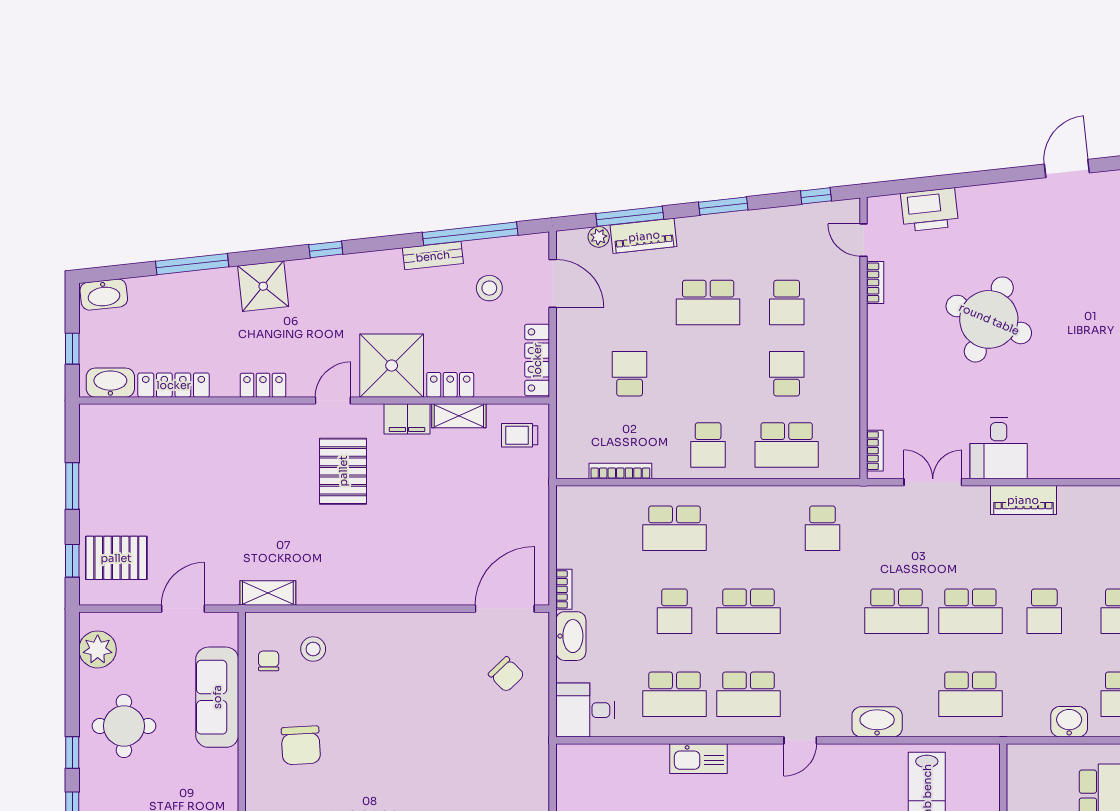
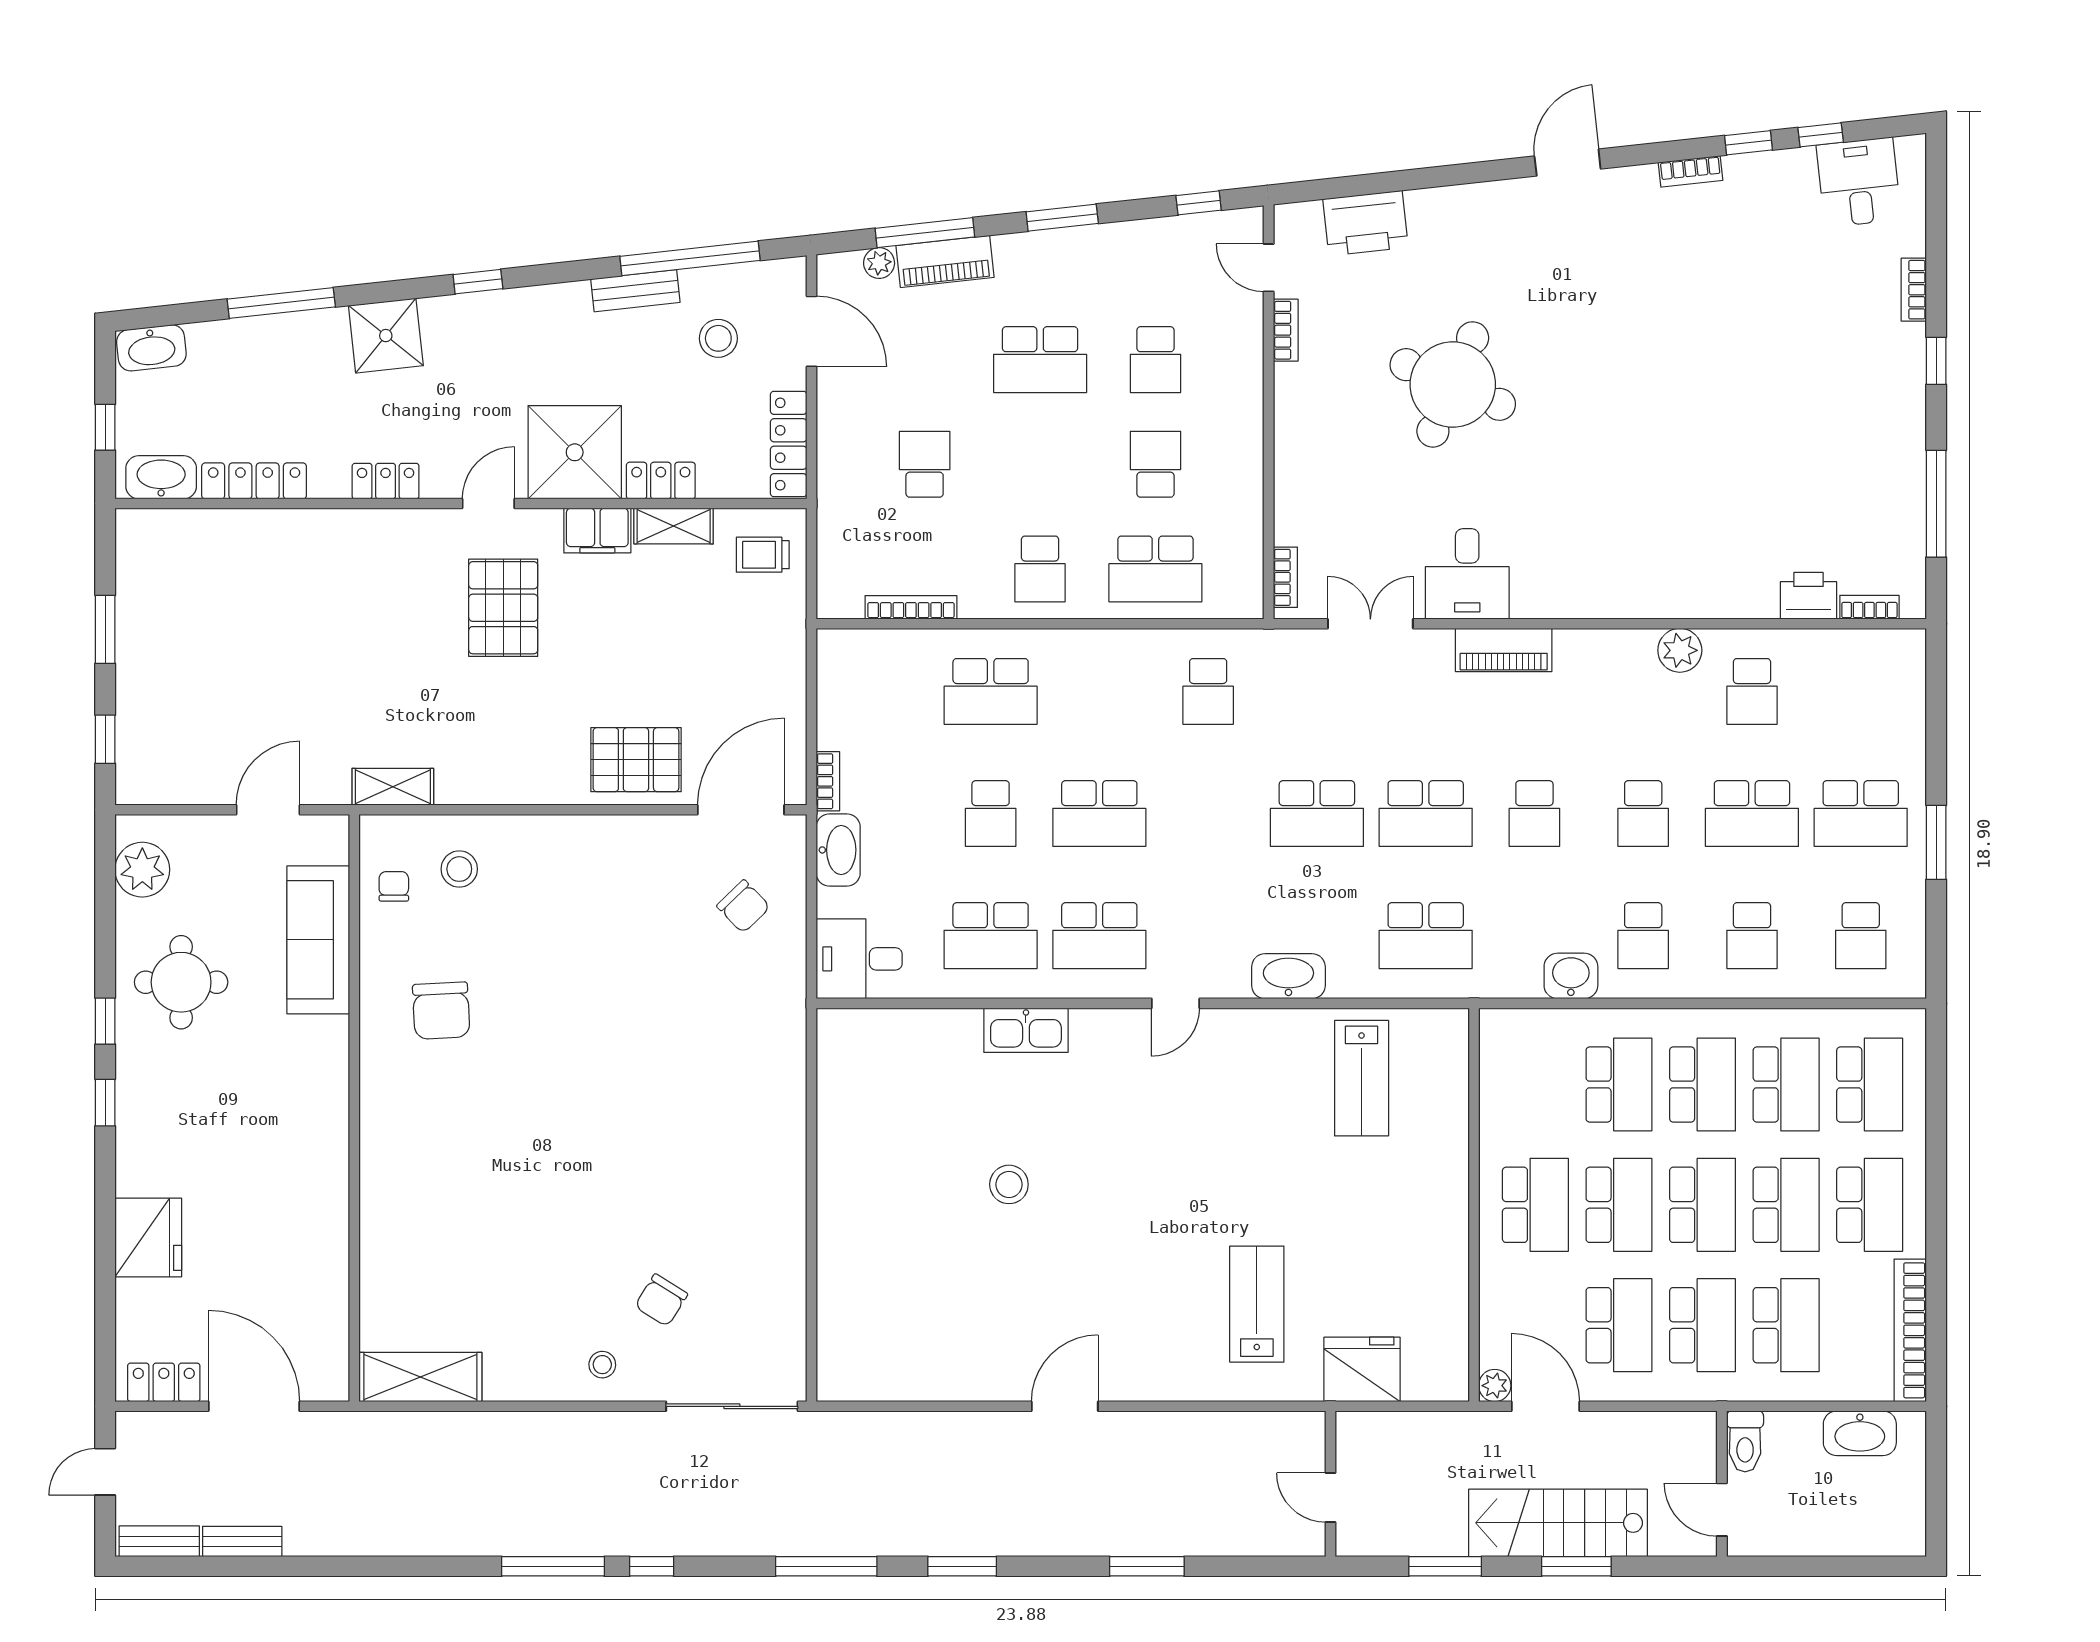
pallet: (116, 558) -> (636, 760), moved

